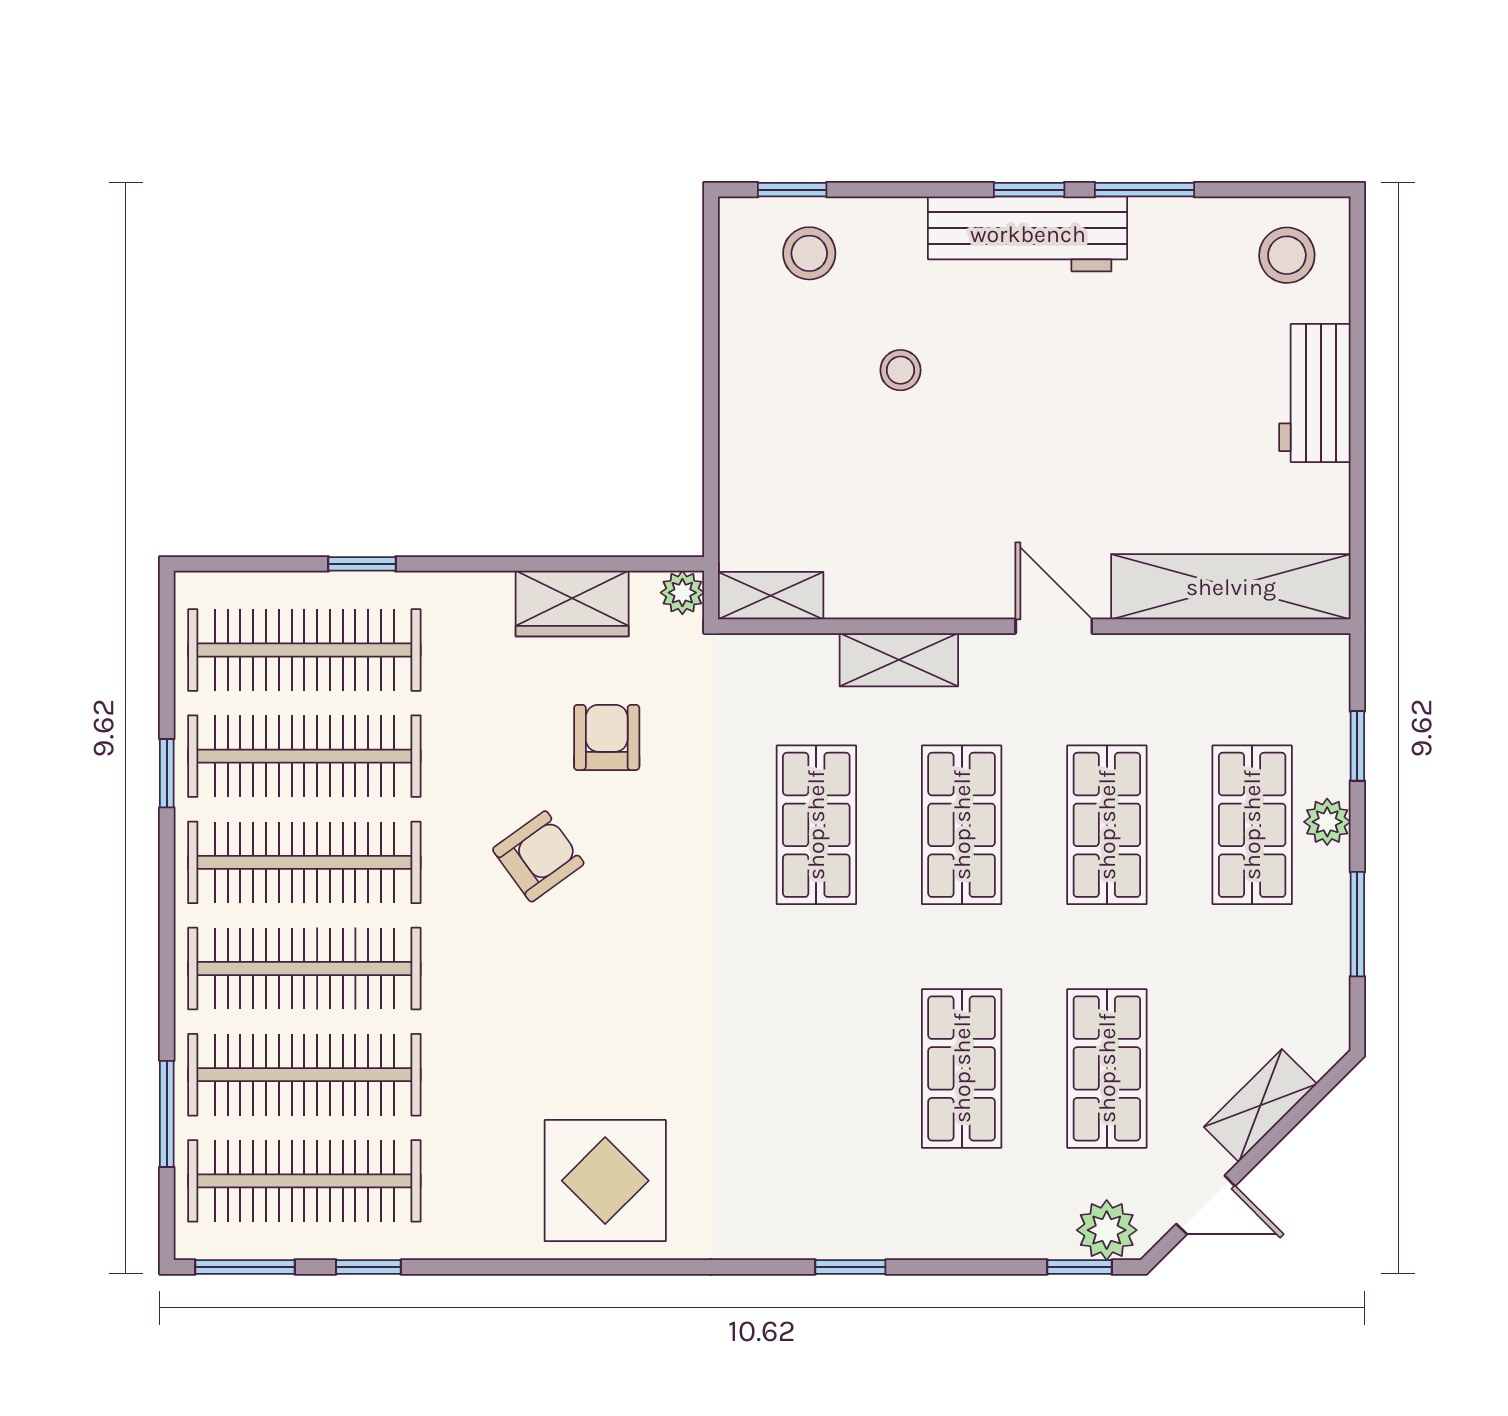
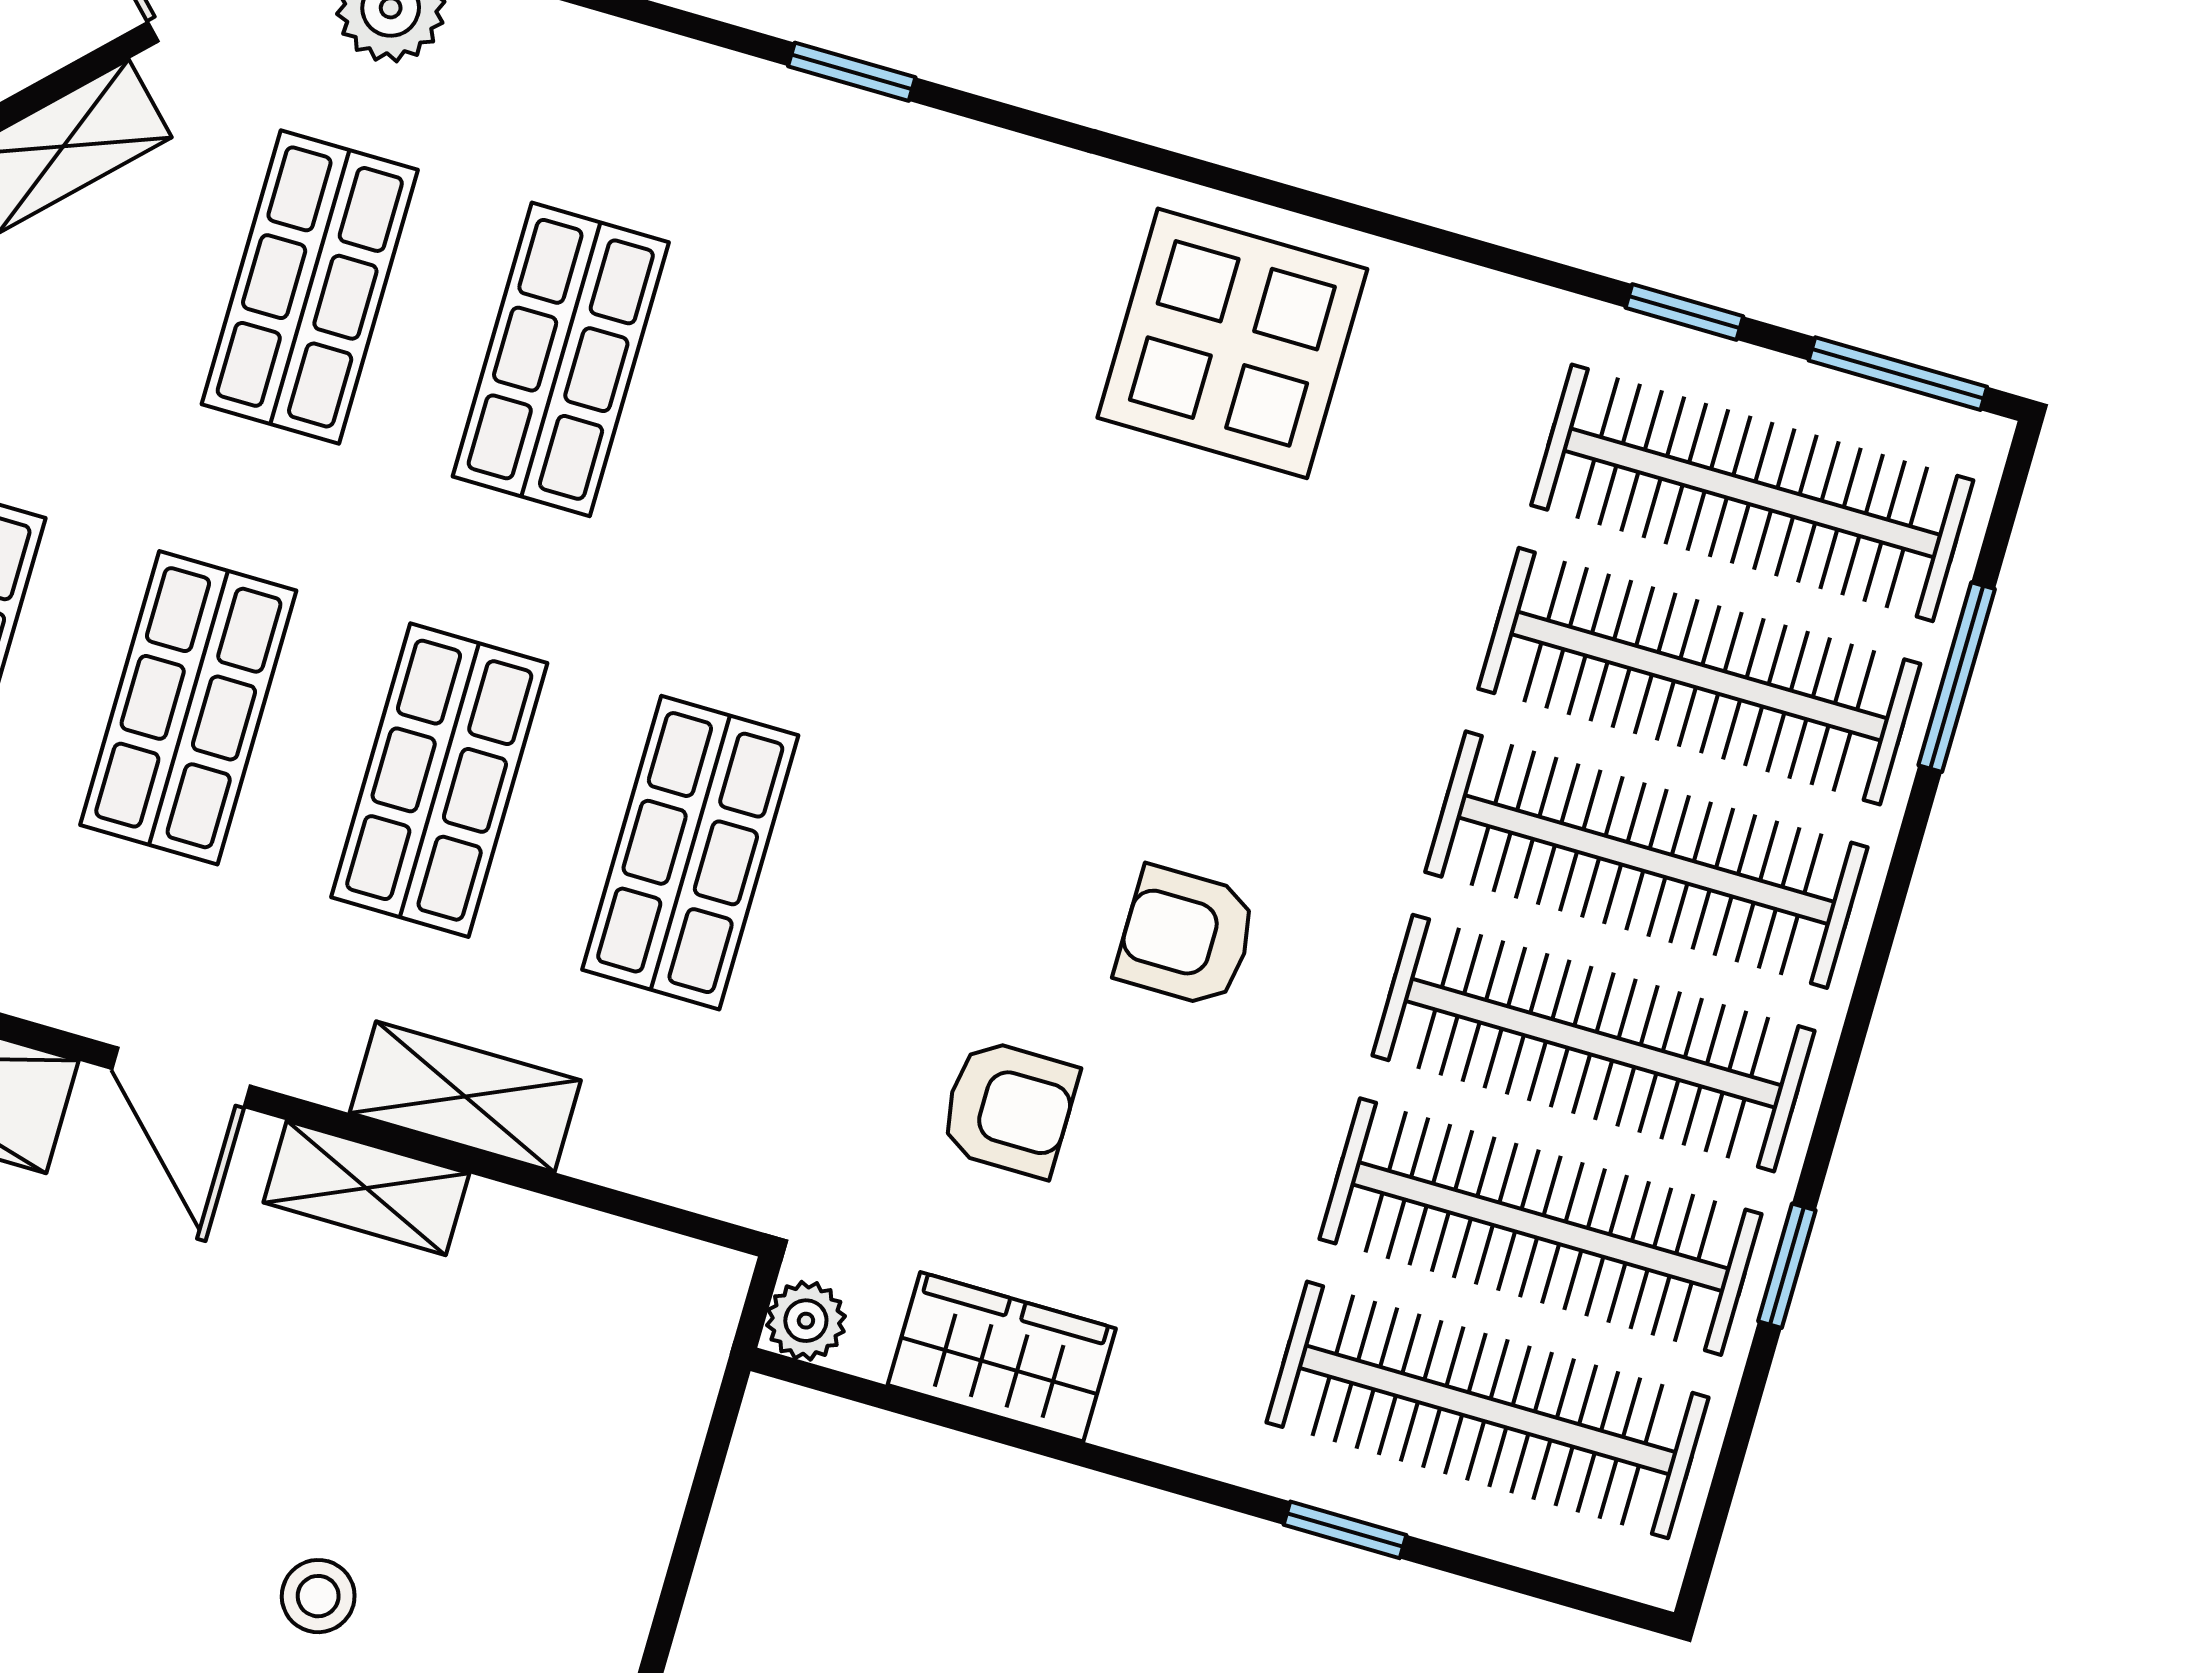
shelving: (771, 596) -> (366, 1188), moved
armchair: (607, 737) -> (1009, 1108), turned -90
armchair: (538, 856) -> (1186, 937), turned 36

